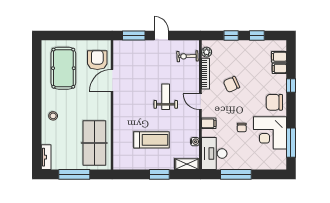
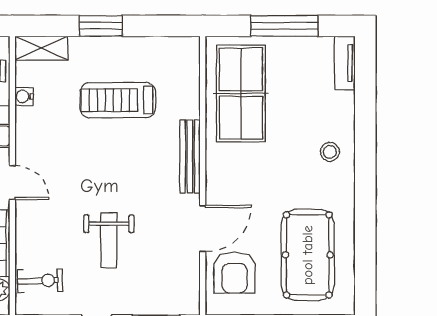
weight bench: (166, 97) -> (109, 240), moved
bench: (118, 114) -> (190, 156), added

